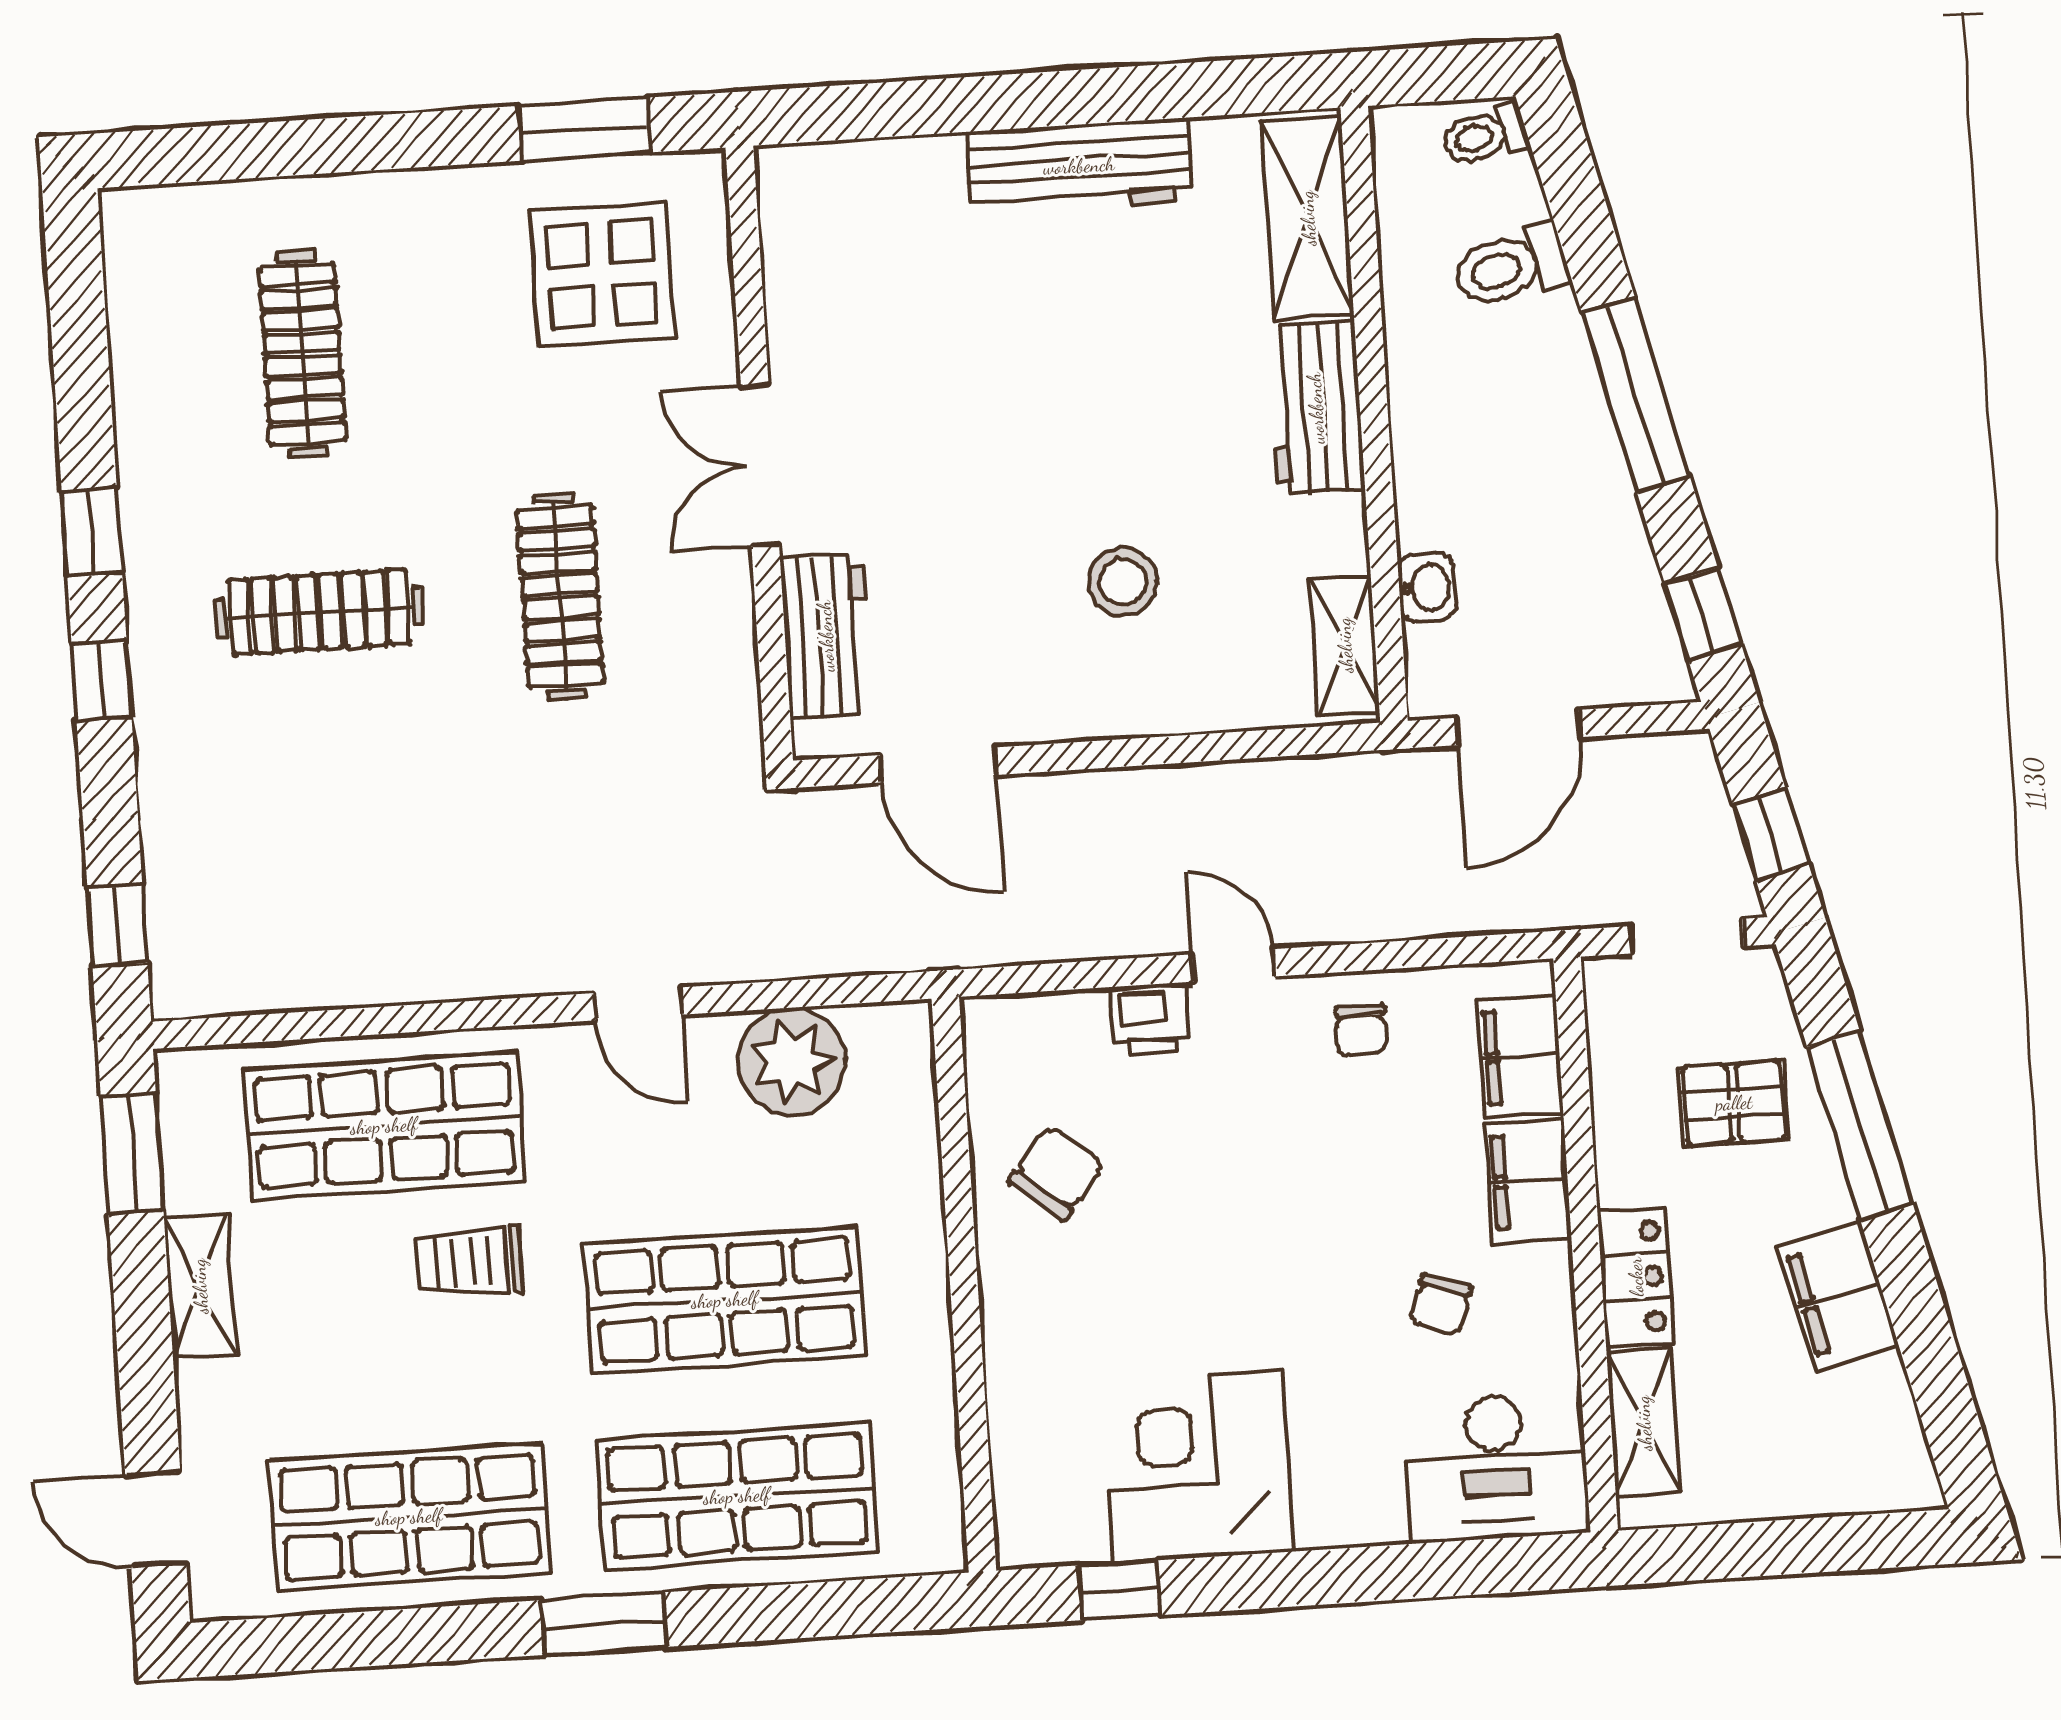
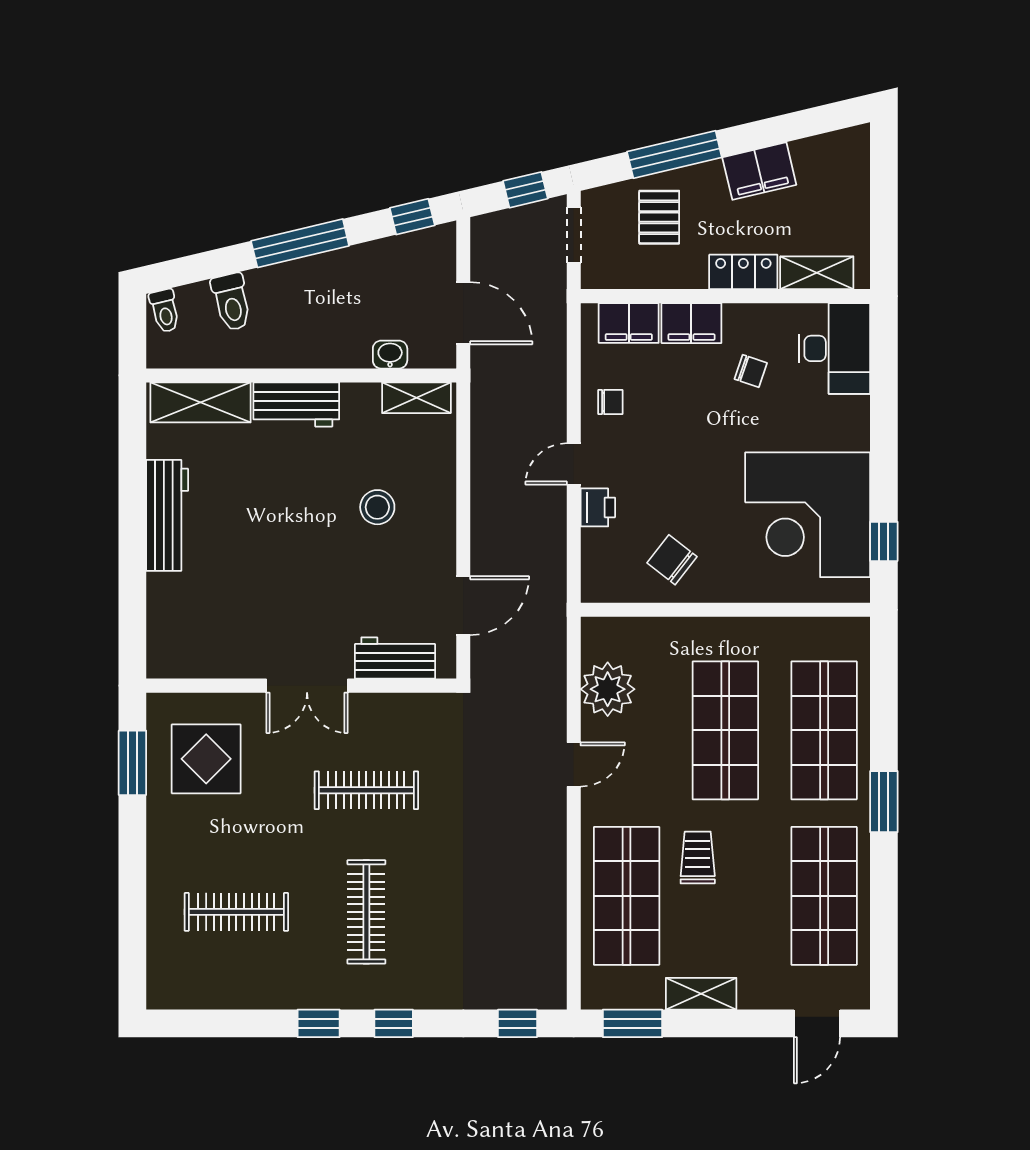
trolley: (469, 1262) -> (698, 858), turned 180
corner desk: (1198, 1466) -> (808, 515), width x1.36, depth x1.36

